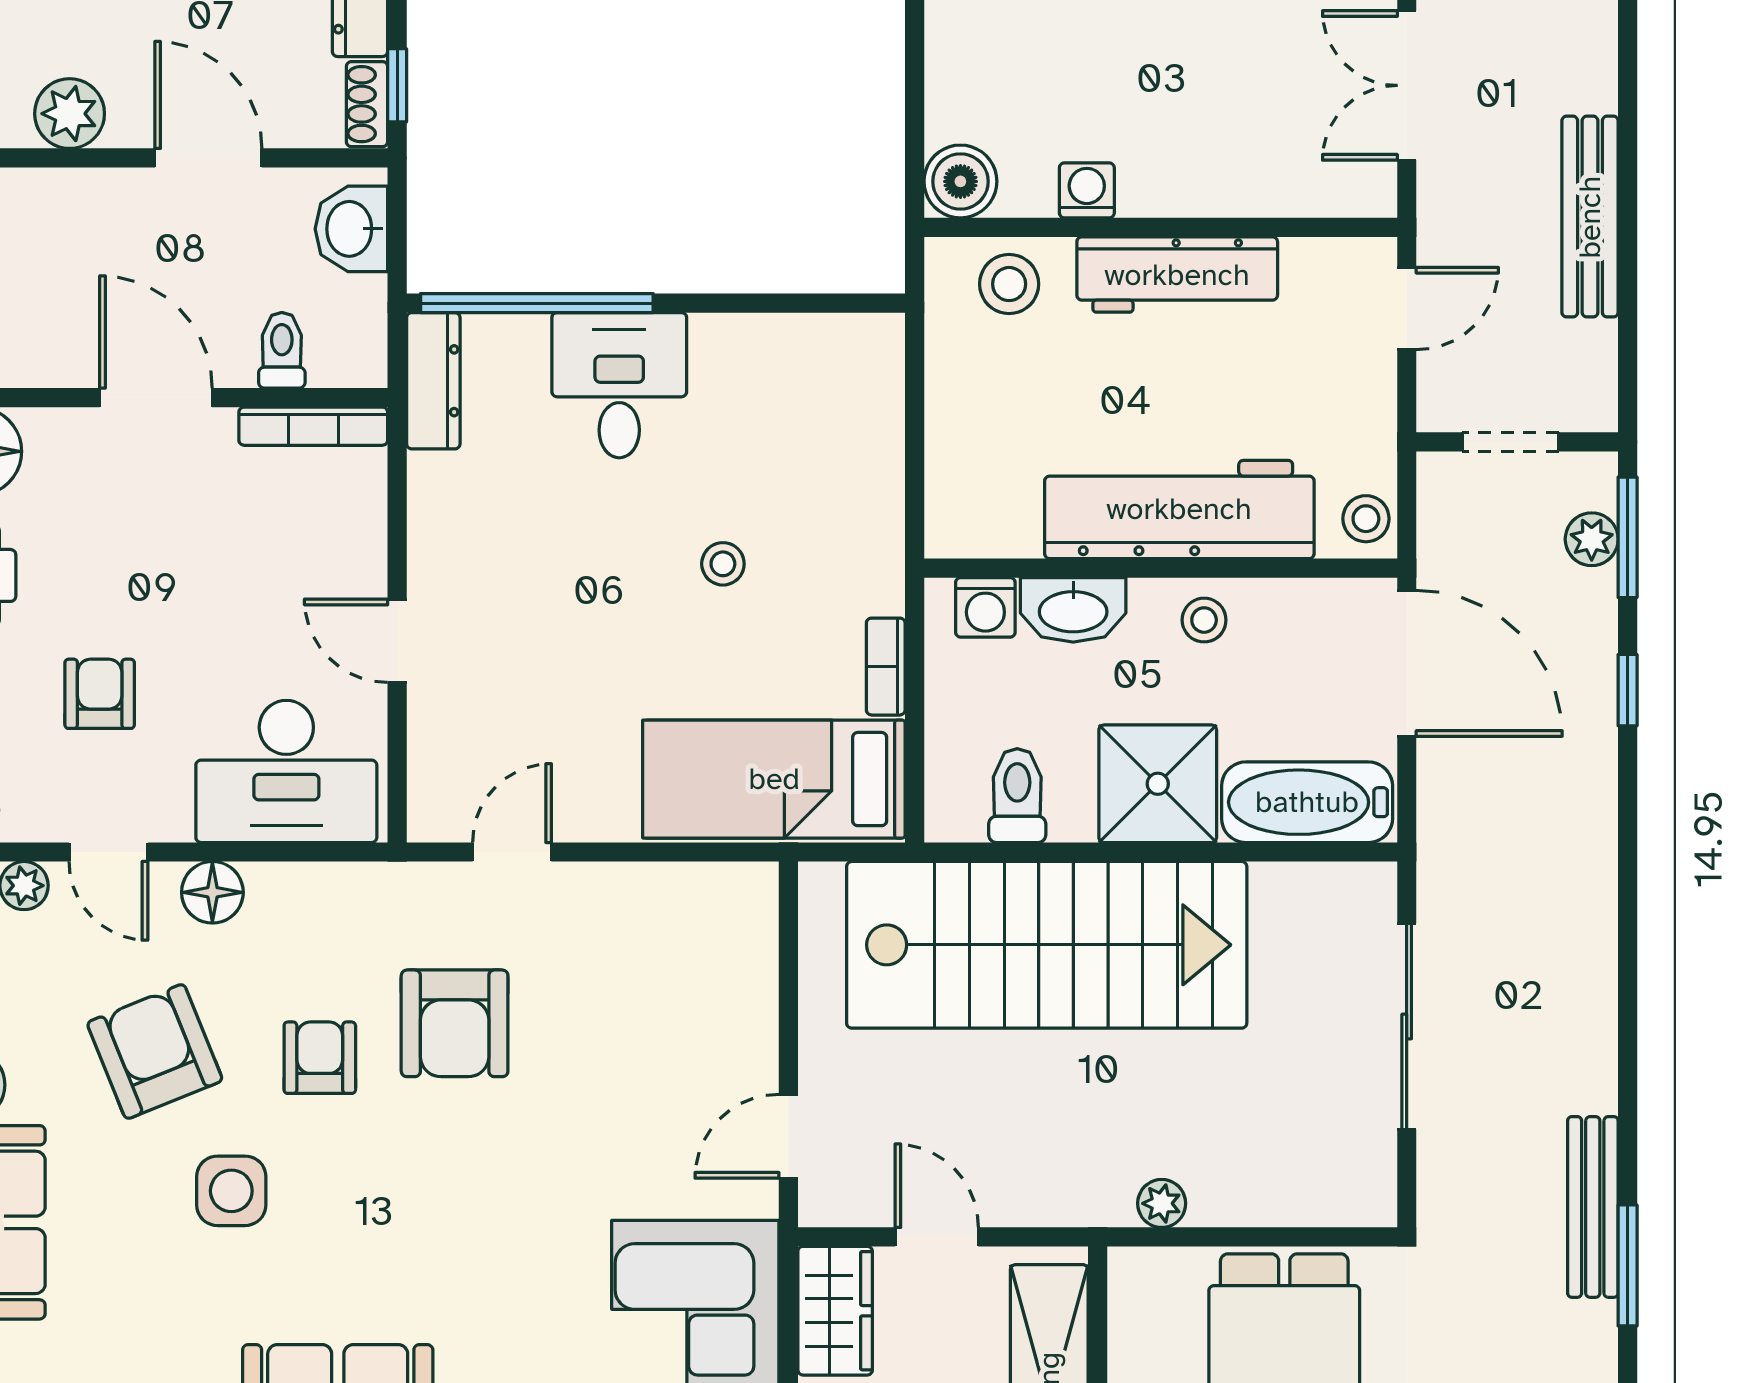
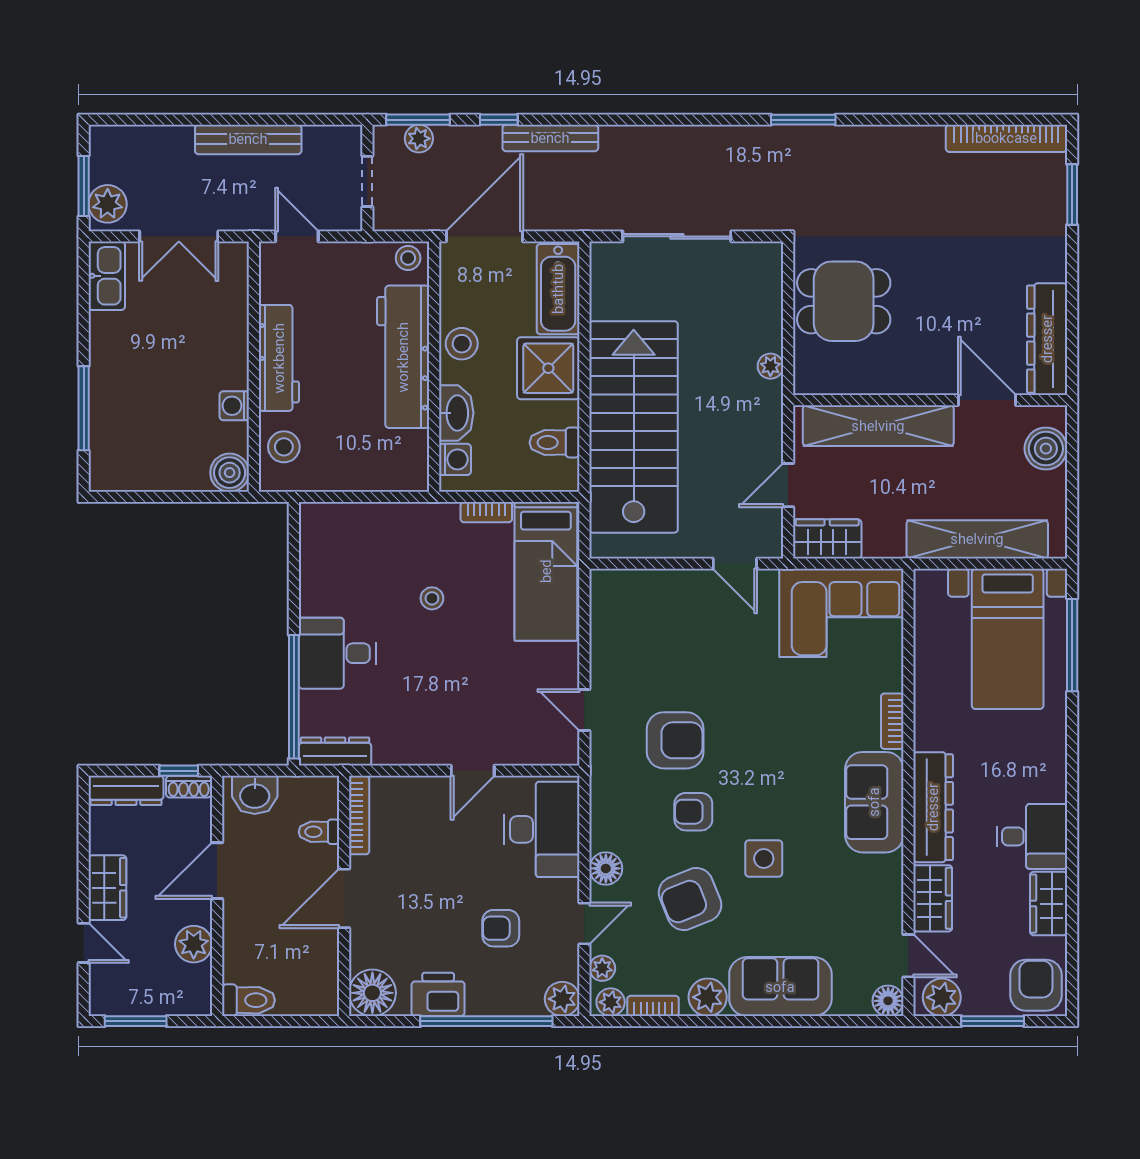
stool: (1204, 620) -> (462, 344), width x1.37, depth x1.37
bench: (1593, 1207) -> (550, 138), moved

